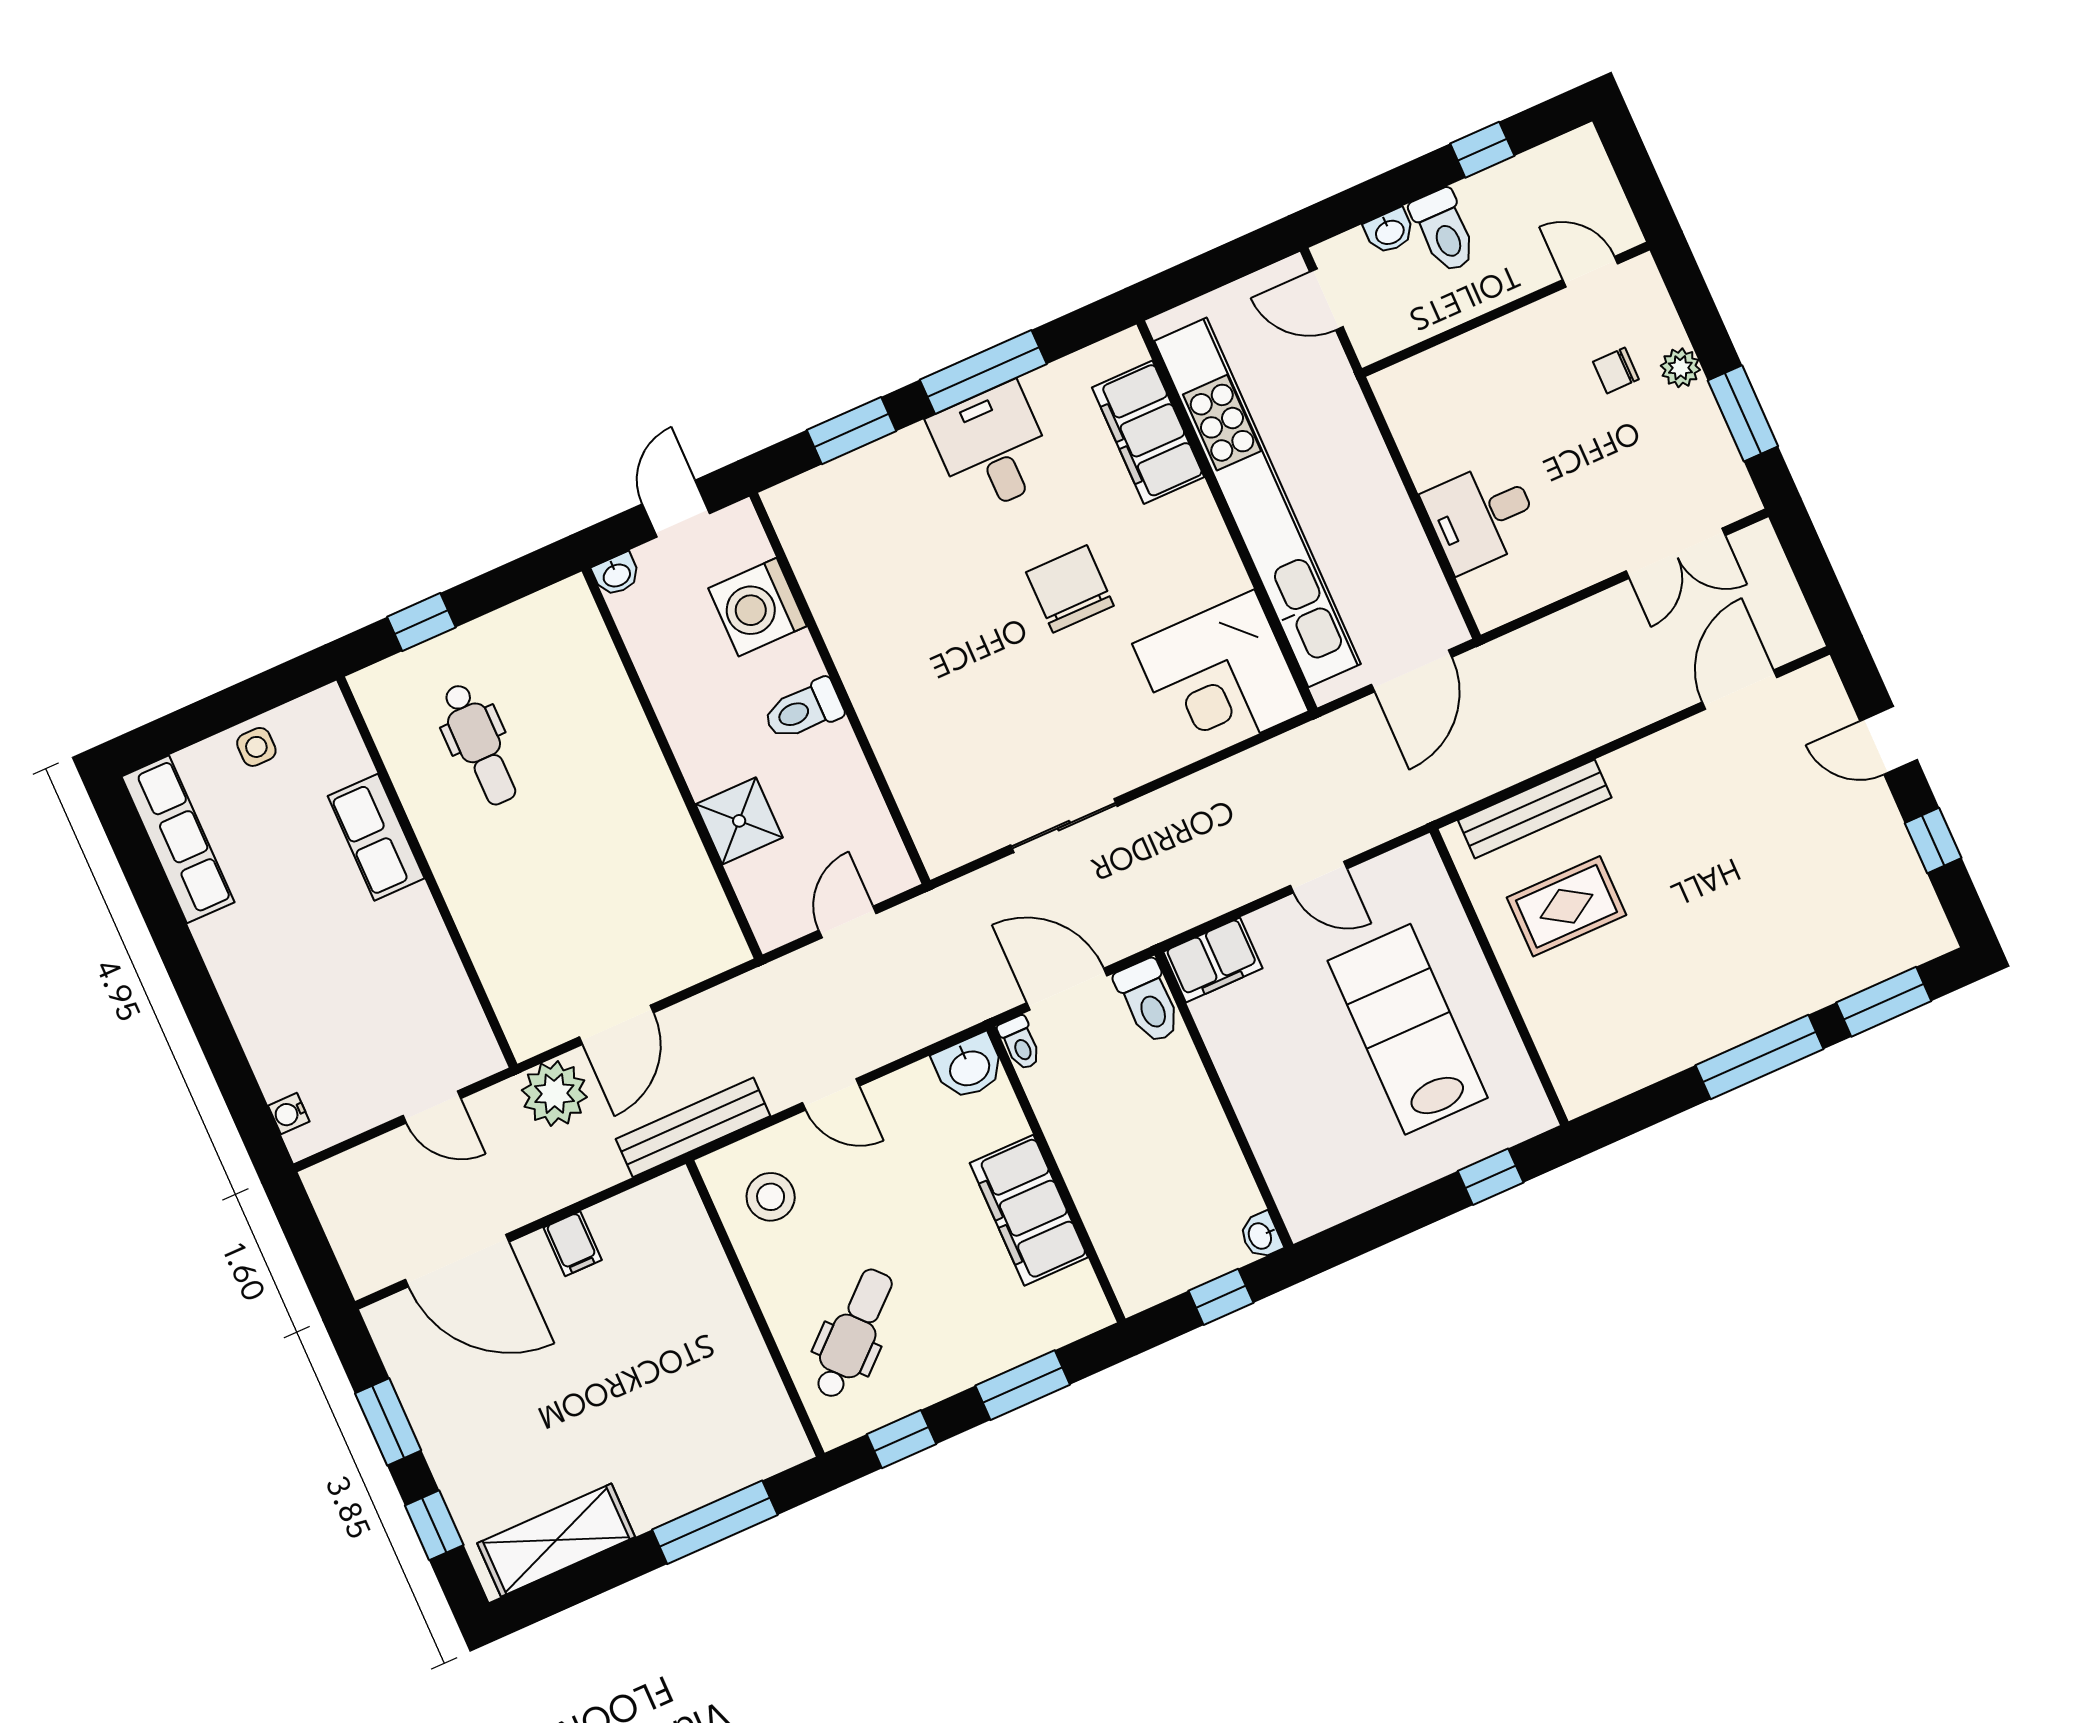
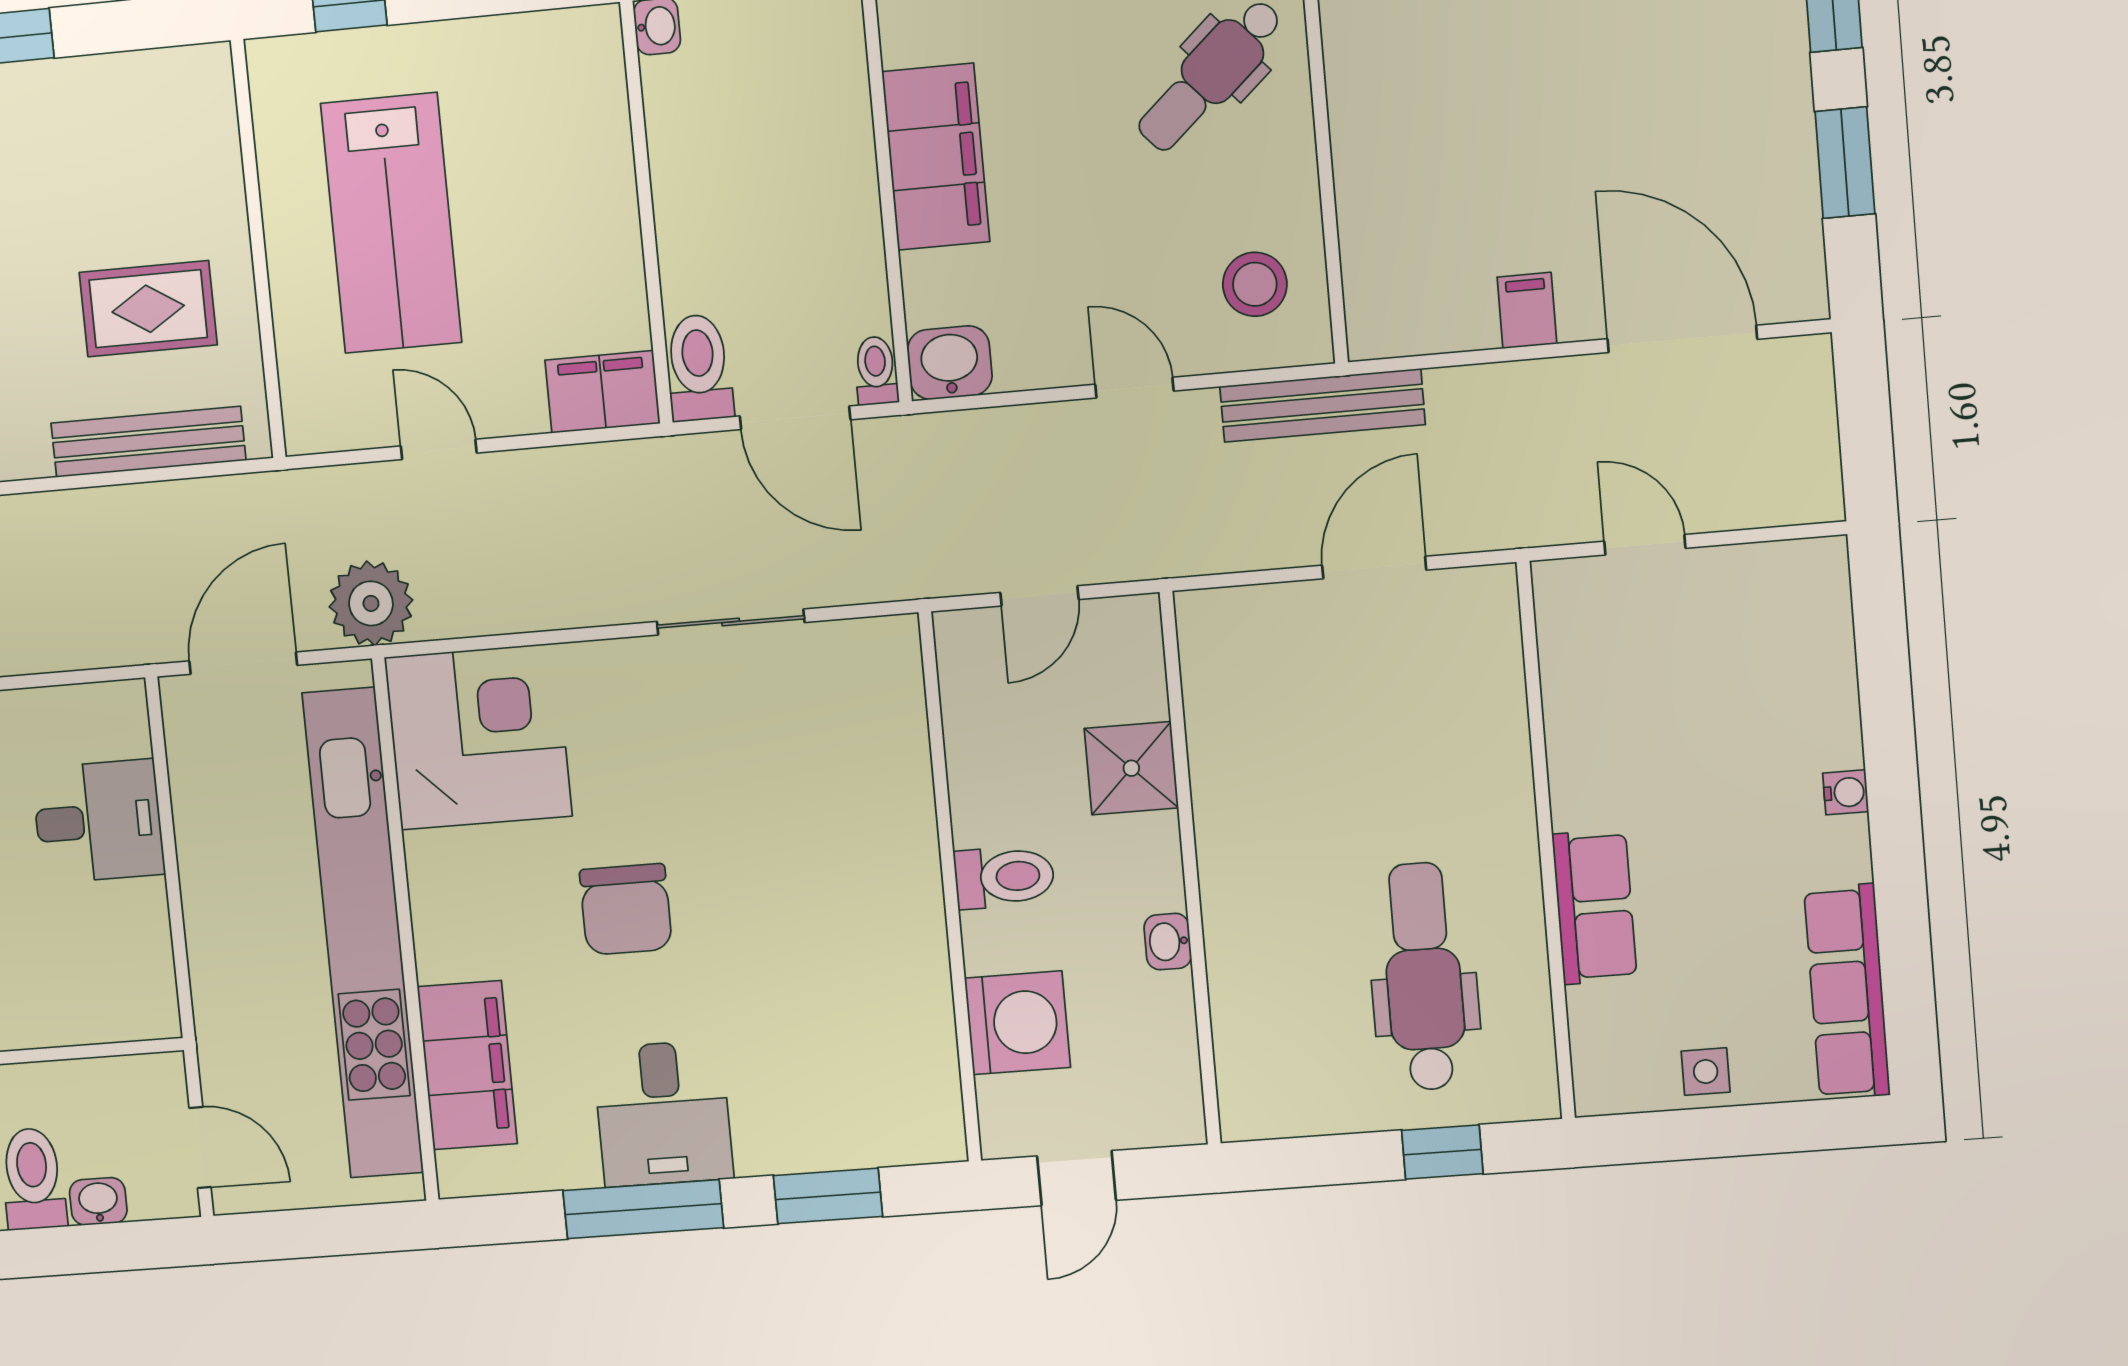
washbasin: (616, 575) -> (1168, 942), moved, turned -90
dental chair: (479, 744) -> (1424, 976), width x1.36, depth x1.38
plant: (554, 1094) -> (371, 603), moved
water cooler: (289, 1114) -> (1846, 792), moved

